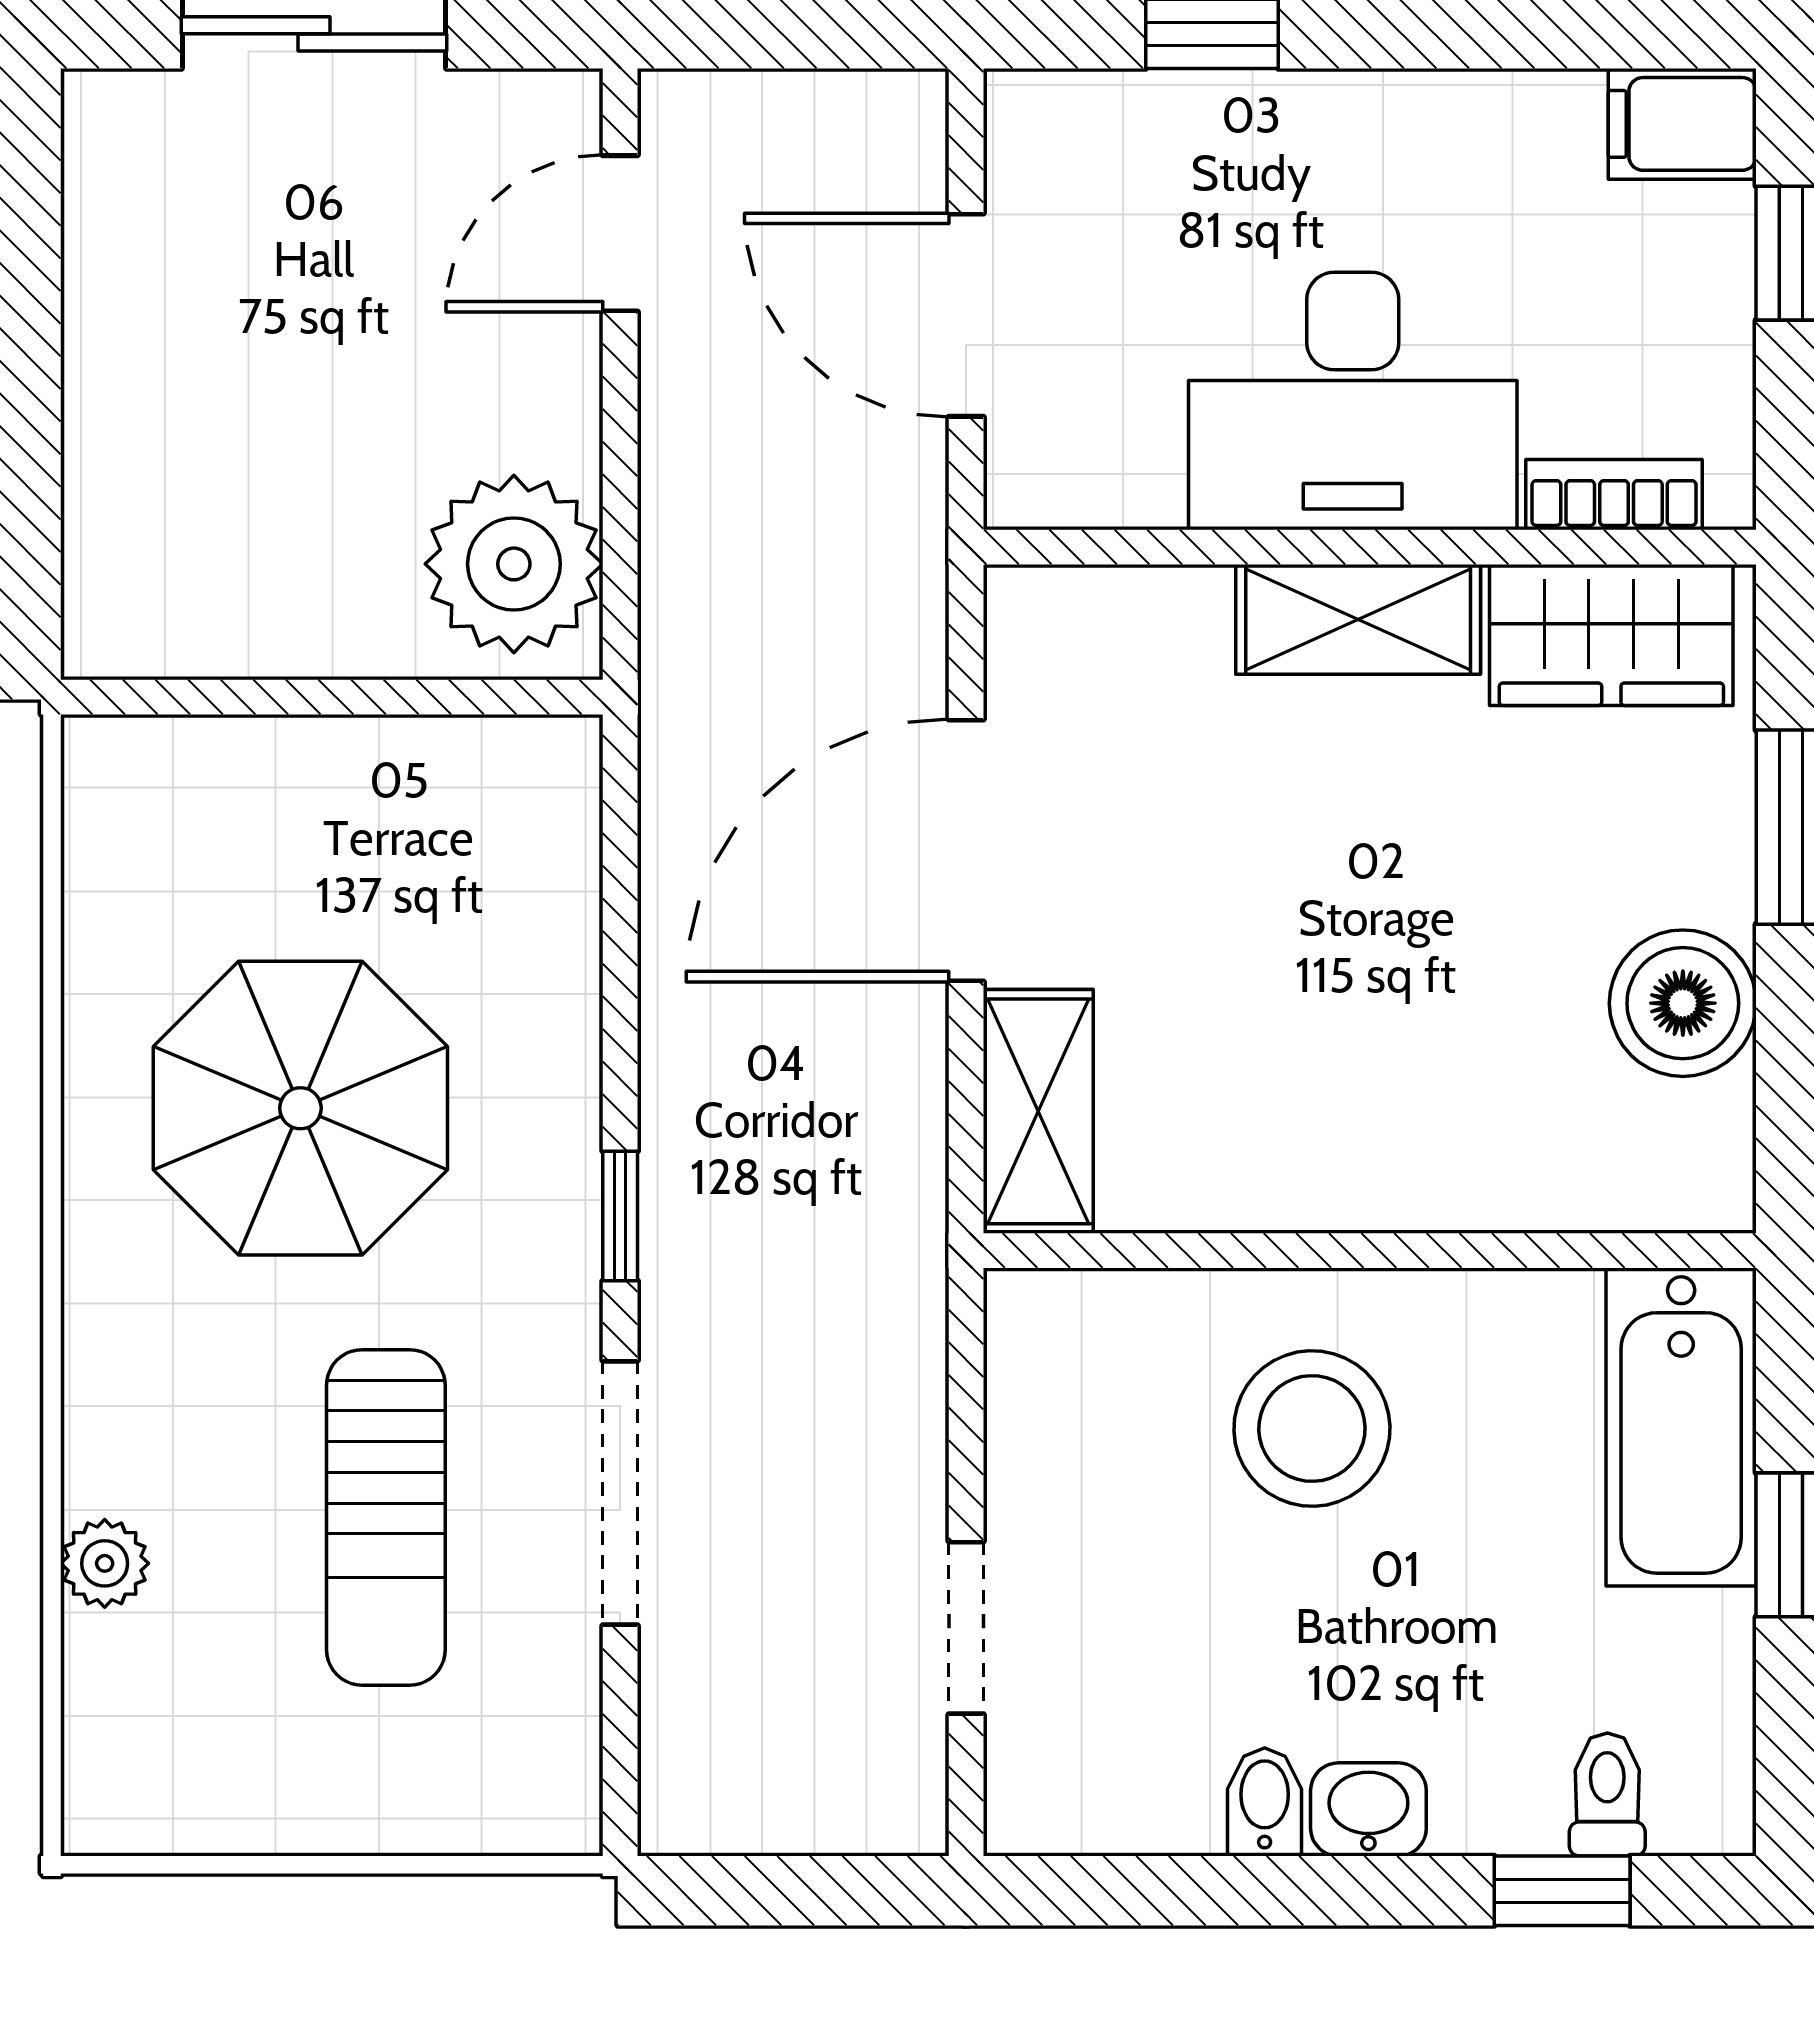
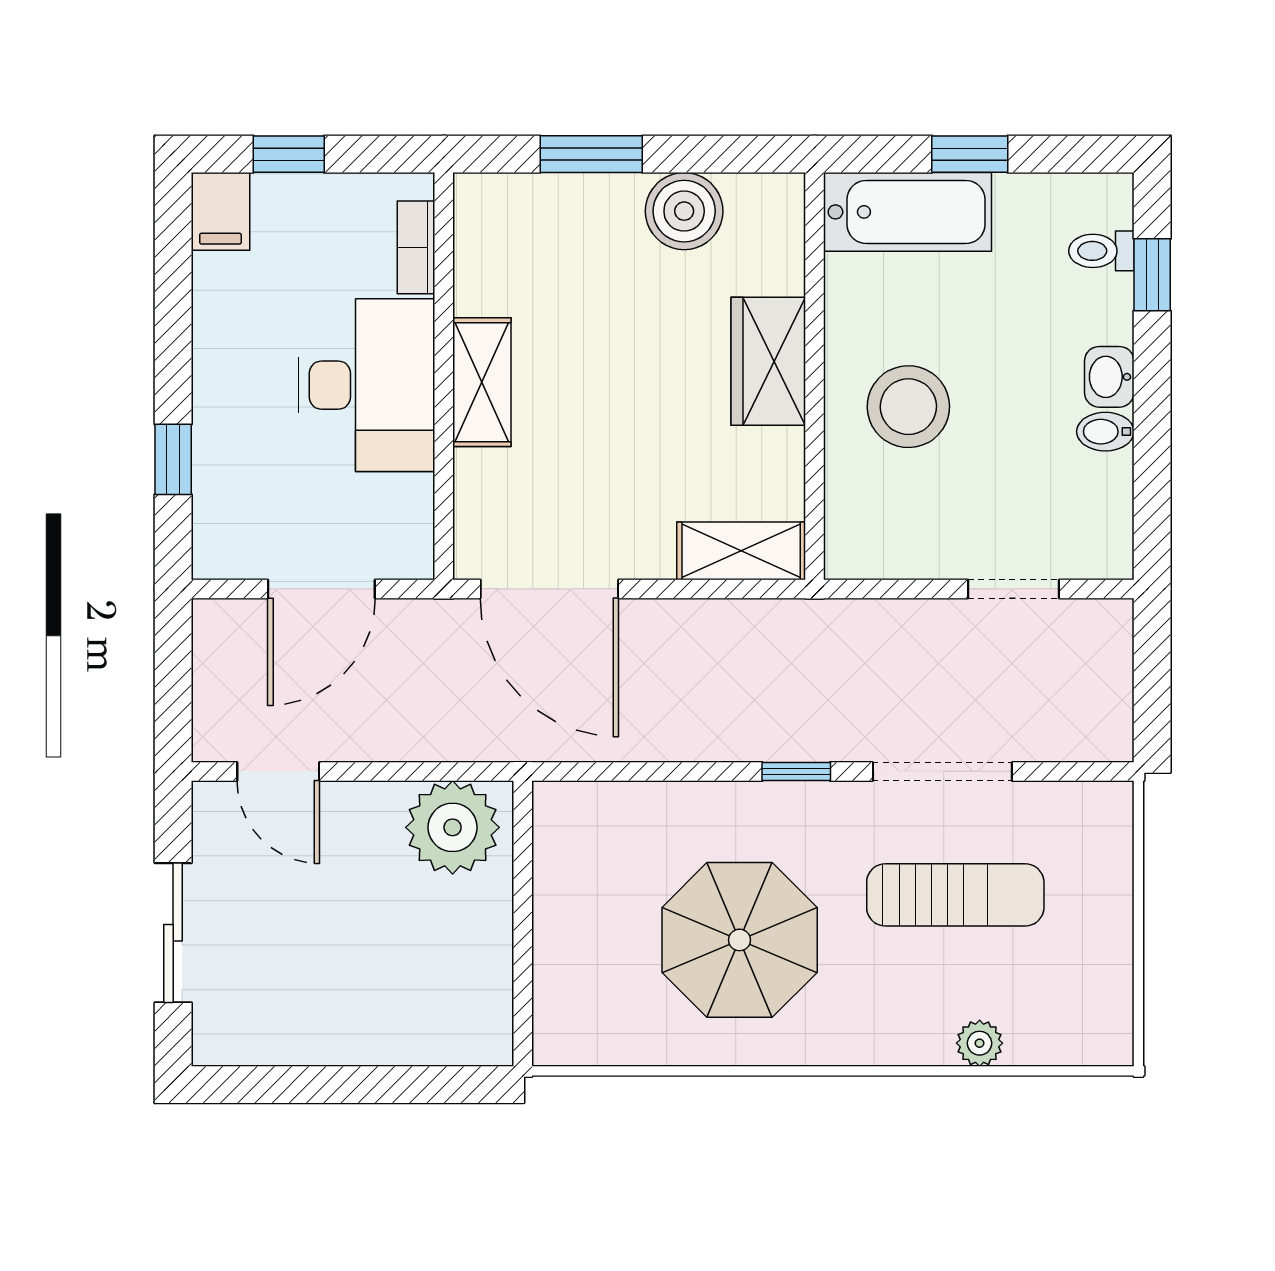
wardrobe: (1611, 635) -> (768, 361), moved, turned 180
door: (966, 850) -> (549, 589), moved

